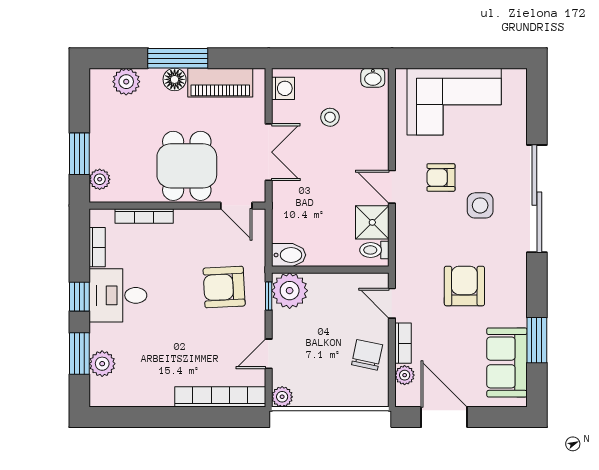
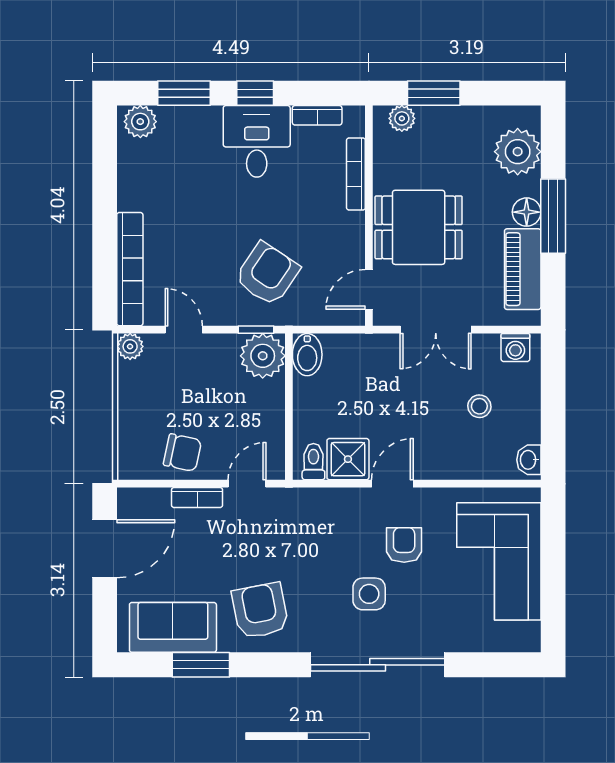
plant: (126, 82) -> (518, 152), width x1.36, depth x1.36
armchair: (464, 286) -> (260, 611), moved, turned -101
armchair: (224, 287) -> (267, 274), turned 37
plant: (102, 364) -> (140, 122), moved
plant: (405, 375) -> (157, 500), removed

